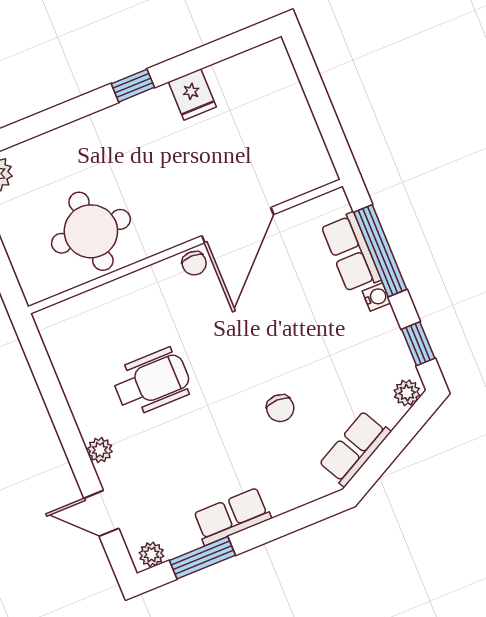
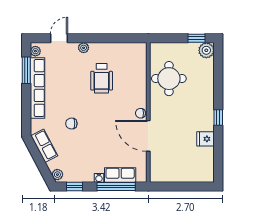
row of seats: (232, 516) -> (37, 88), width x2.02

